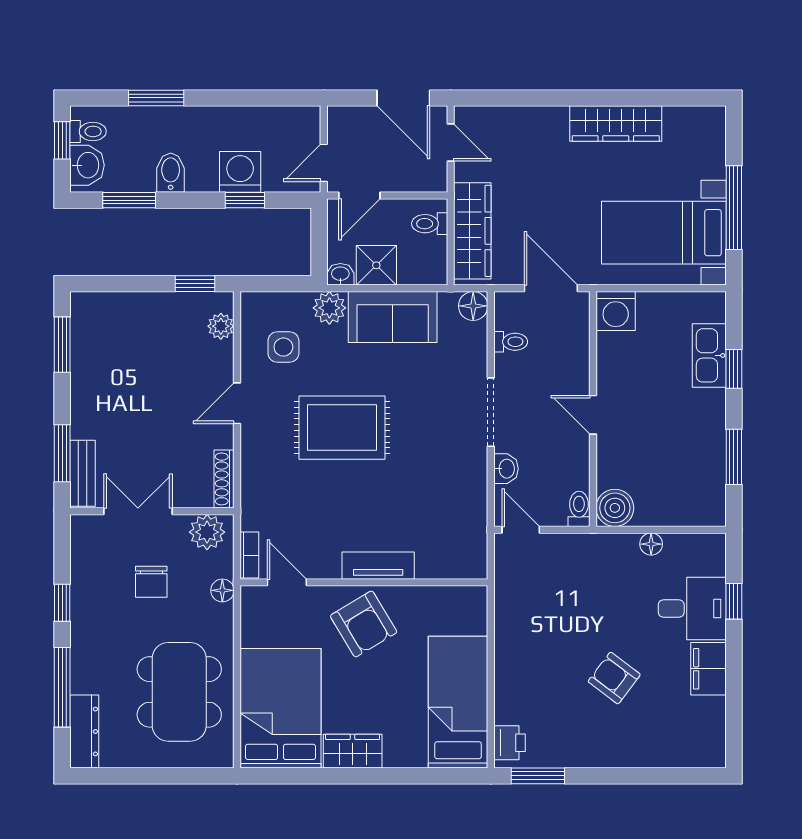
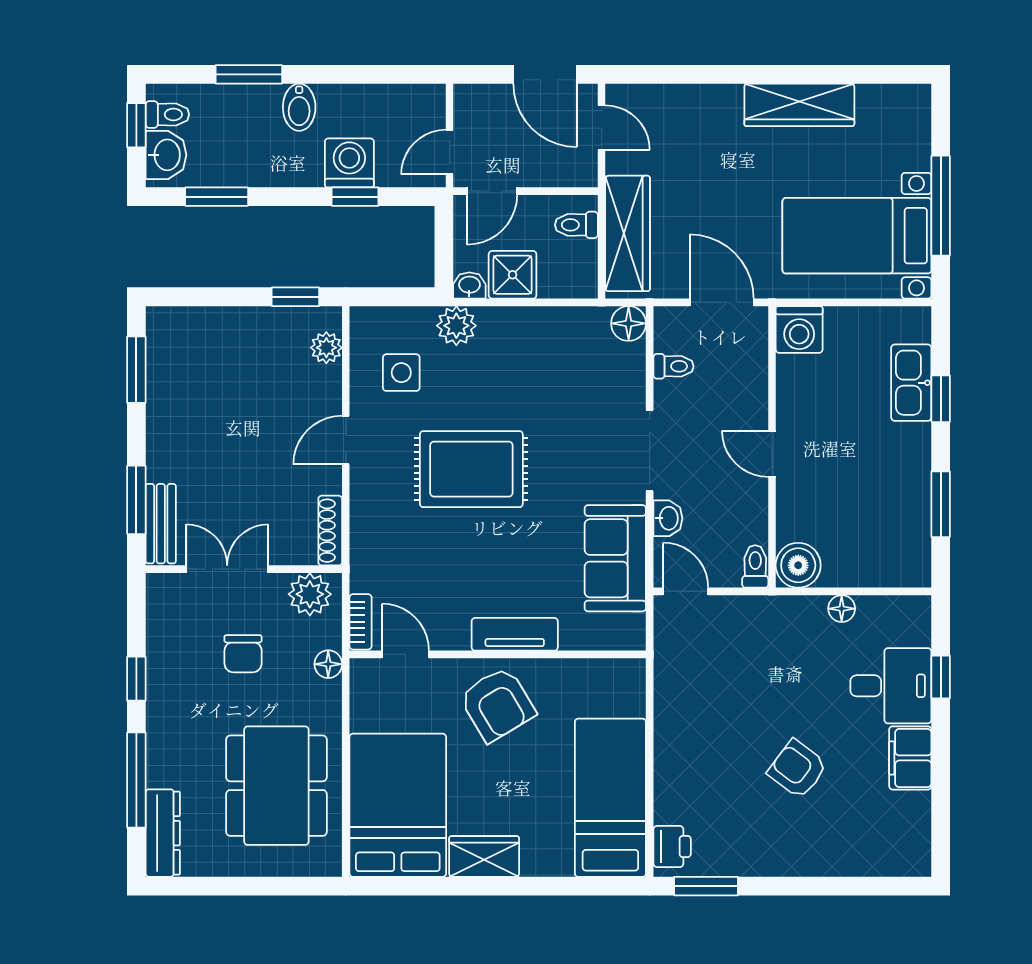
bidet: (171, 173) -> (299, 107), moved, turned 180
sofa: (393, 317) -> (615, 558), moved, turned 90

